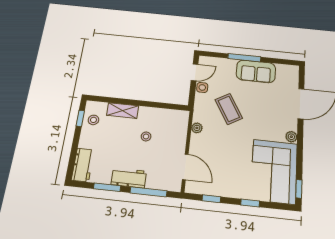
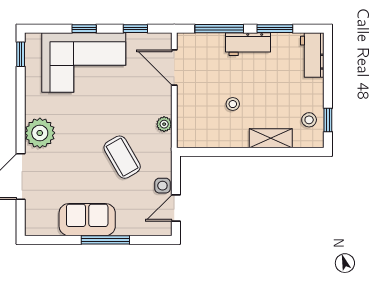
plant: (291, 137) -> (40, 133), width x1.88, depth x1.88
corner sofa: (274, 171) -> (84, 62), moved, turned 90

